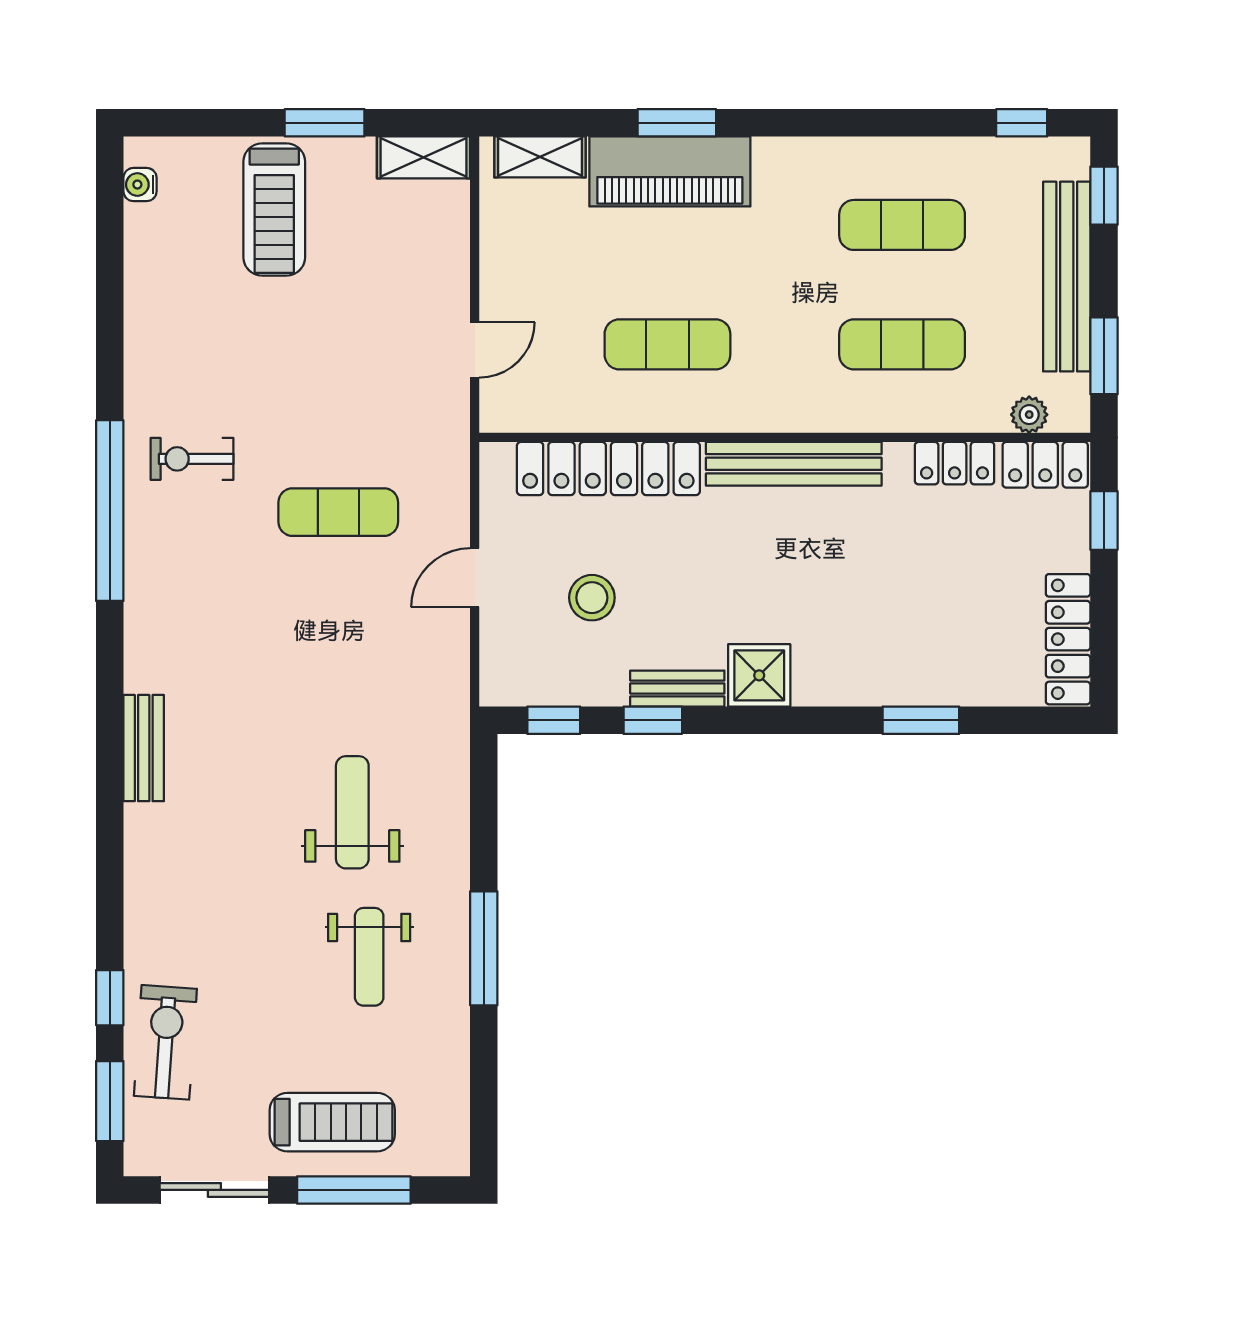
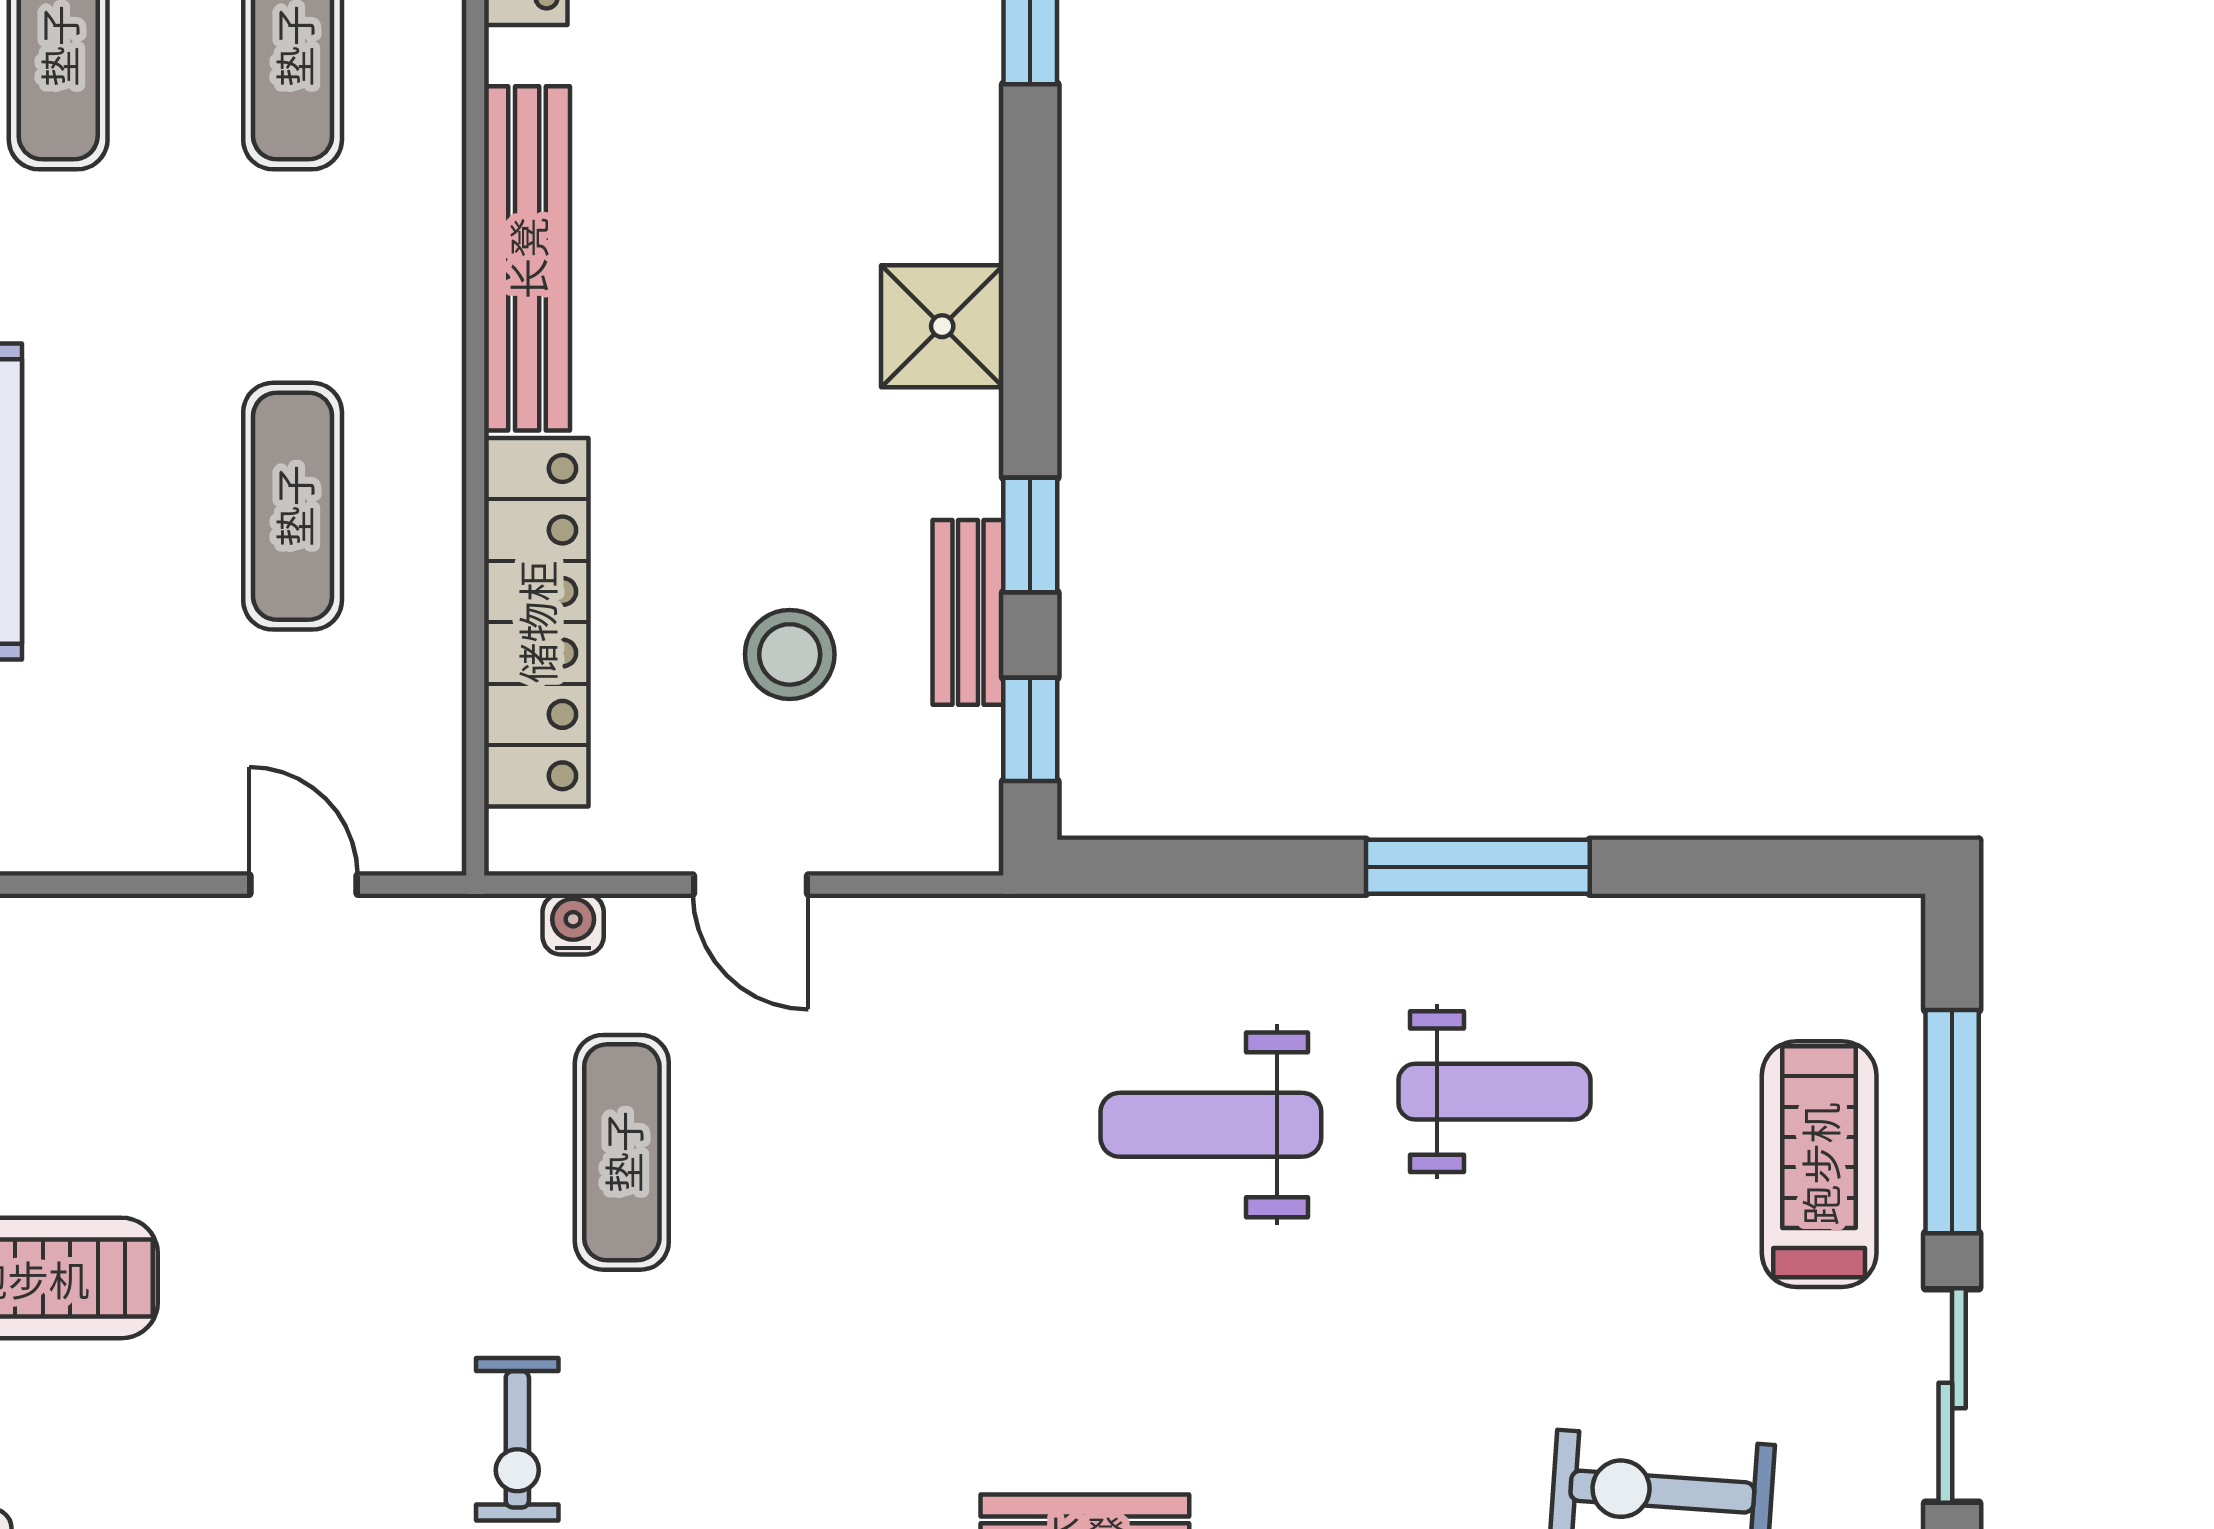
water cooler: (455, 487) -> (573, 924), added
bench: (677, 689) -> (968, 612), moved

